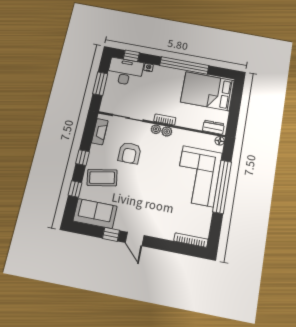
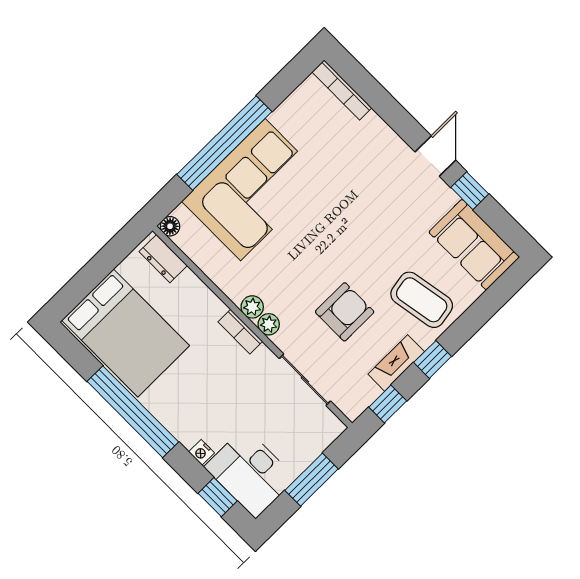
fireplace: (100, 132) -> (396, 363), moved
window: (75, 189) -> (388, 404), moved

